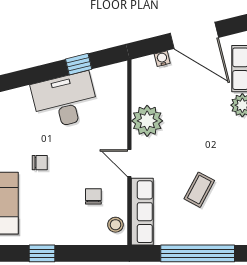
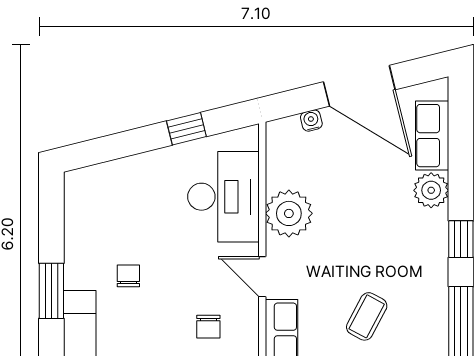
desk: (65, 101) -> (224, 197), moved, turned 104
chair: (40, 163) -> (128, 276), turned -90
chair: (93, 196) -> (208, 327), turned 180

